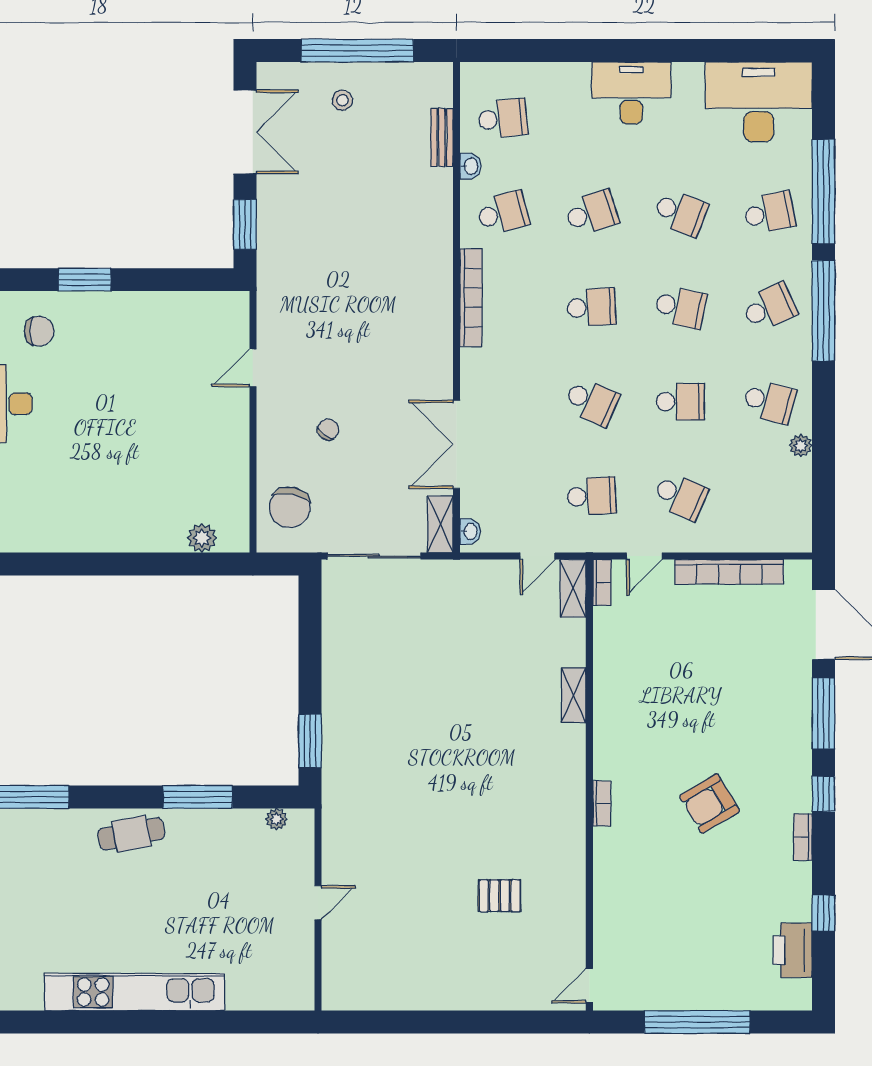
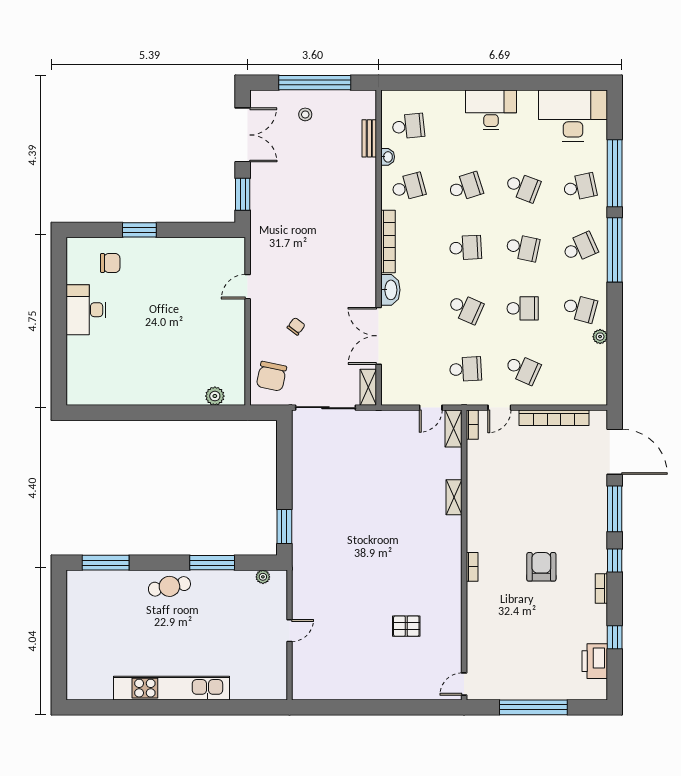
washbasin: (470, 531) -> (390, 290), moved, width x1.91, depth x1.45
armchair: (710, 804) -> (541, 567), turned 121

